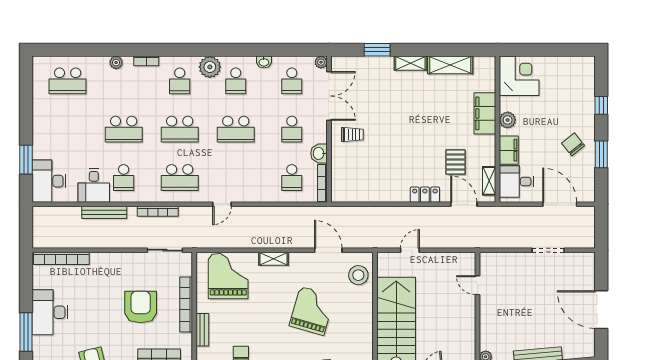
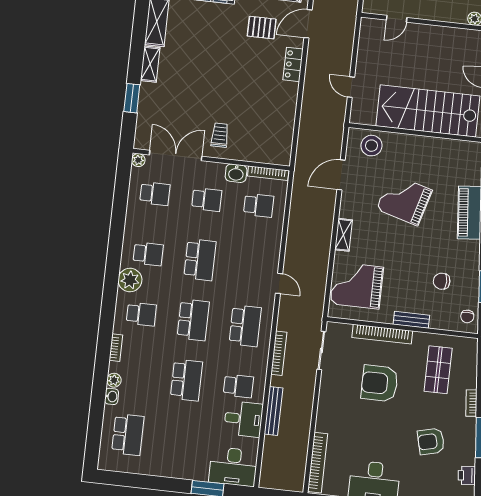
washbasin: (264, 62) -> (112, 396), moved

